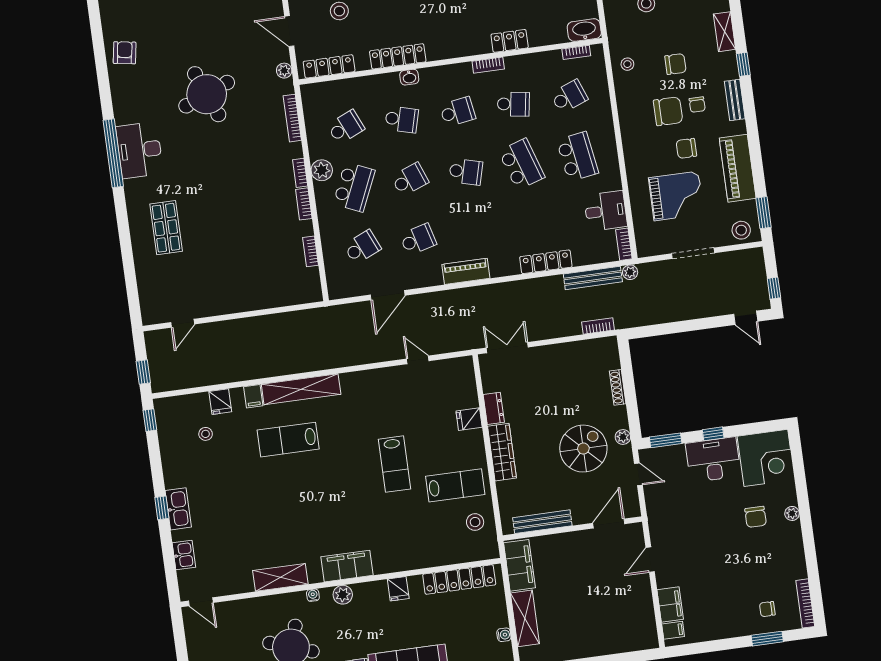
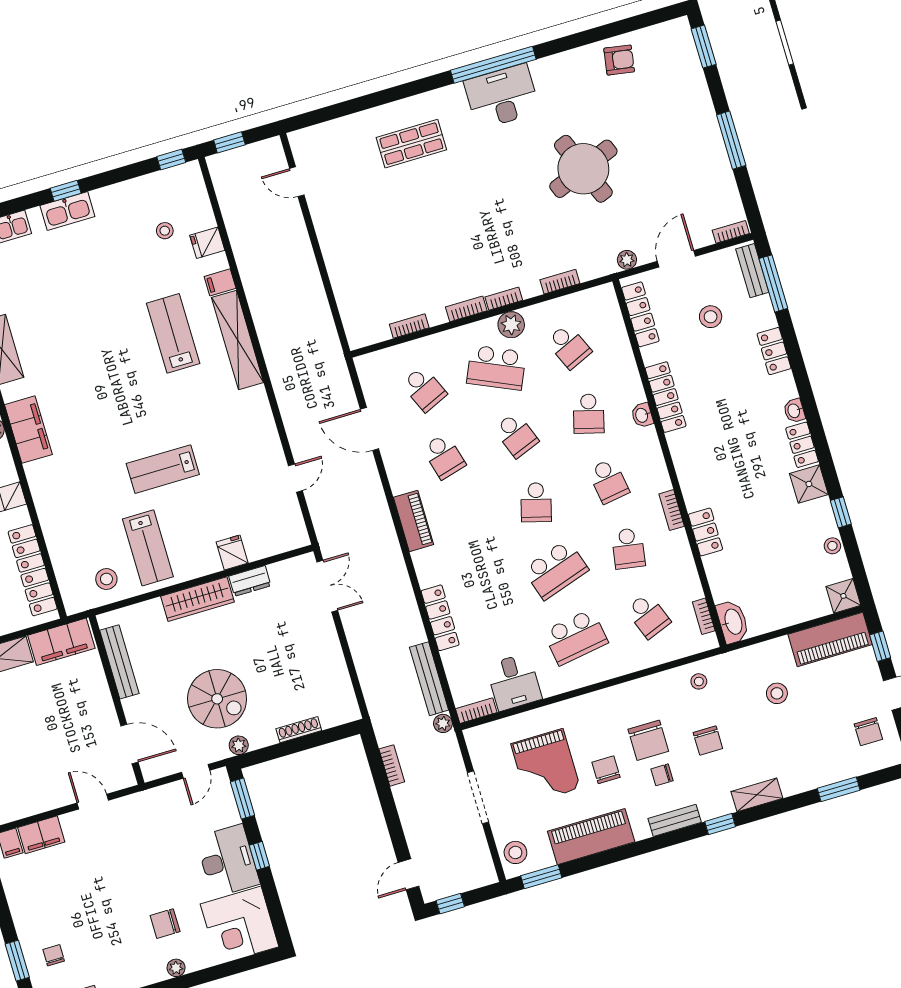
bookcase: (292, 118) -> (560, 282), width x0.64
bookcase: (598, 326) -> (392, 765), moved

